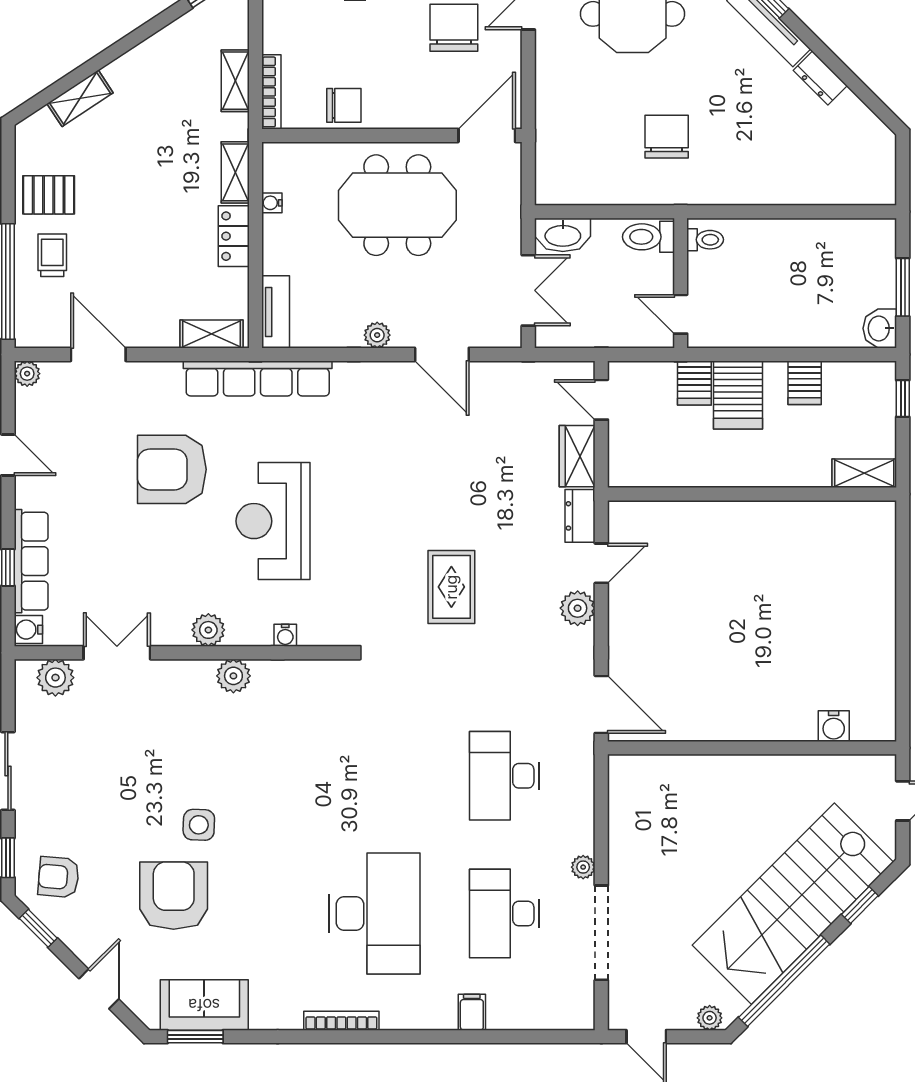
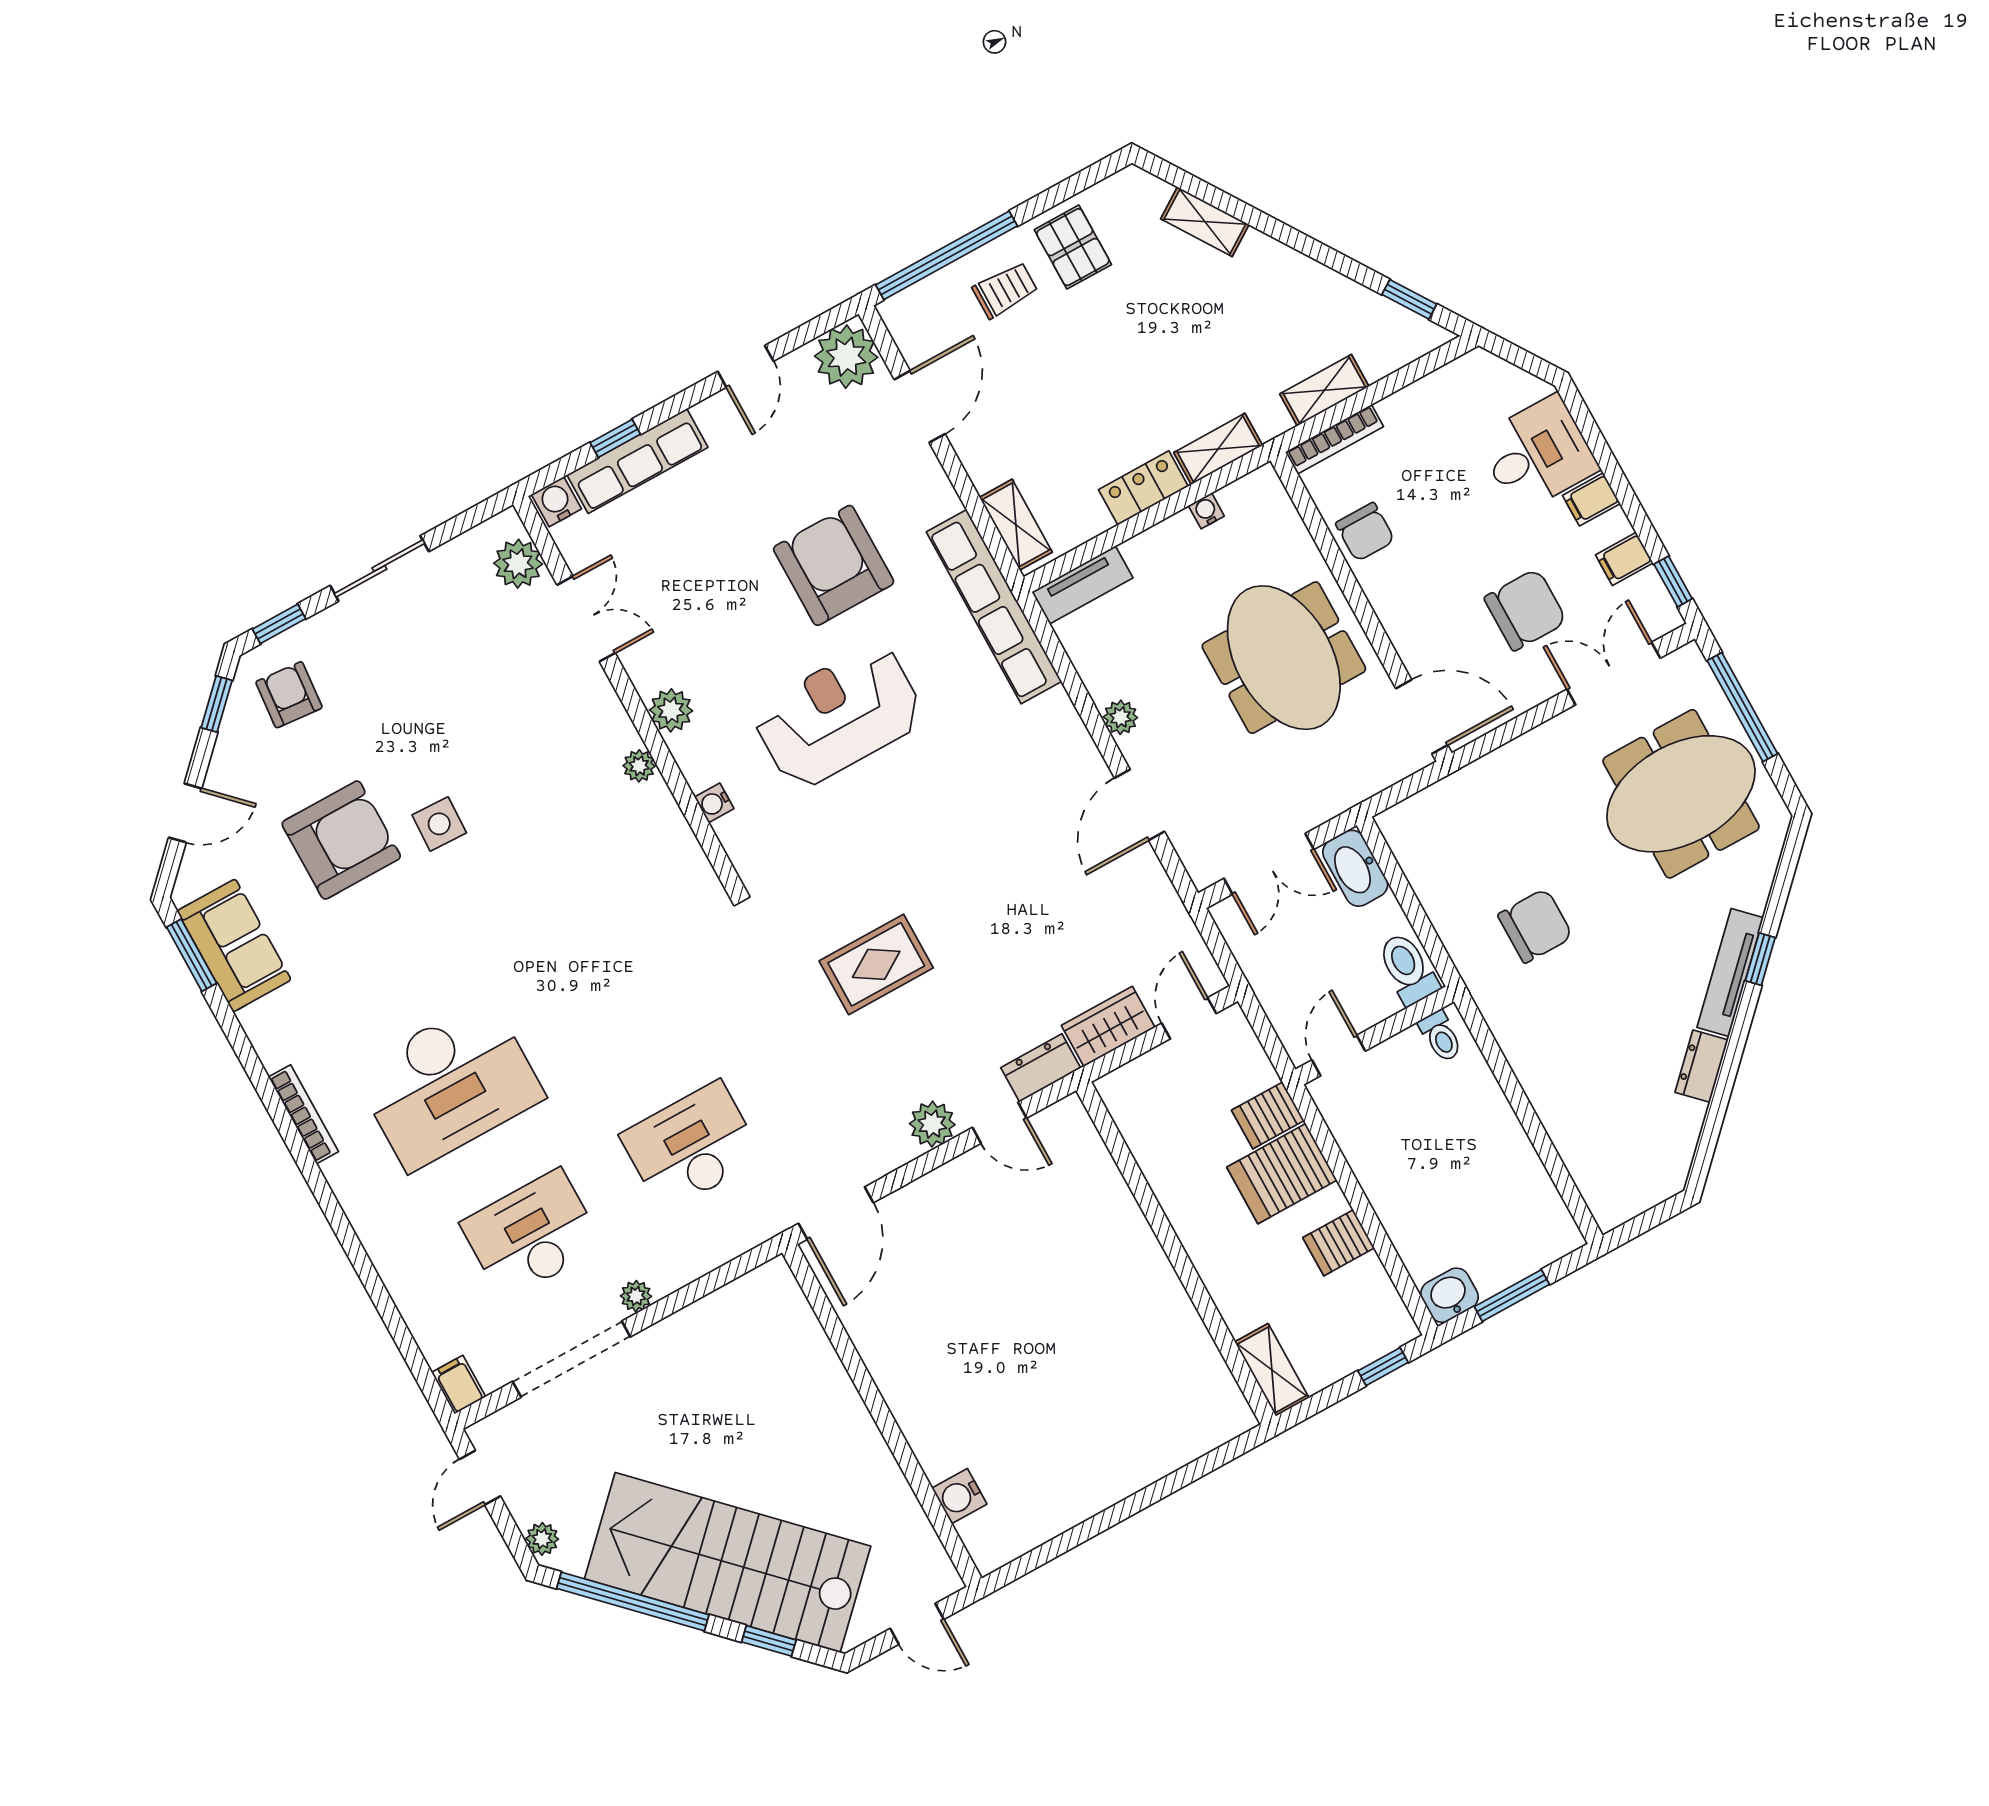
plant: (27, 374) -> (846, 357), width x1.87, depth x1.87
plant: (233, 676) -> (639, 766), width x0.73, depth x0.73
filing cabinet: (472, 1012) -> (459, 1385), moved, turned -90

